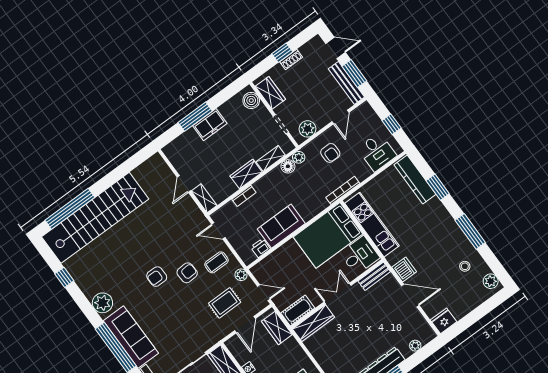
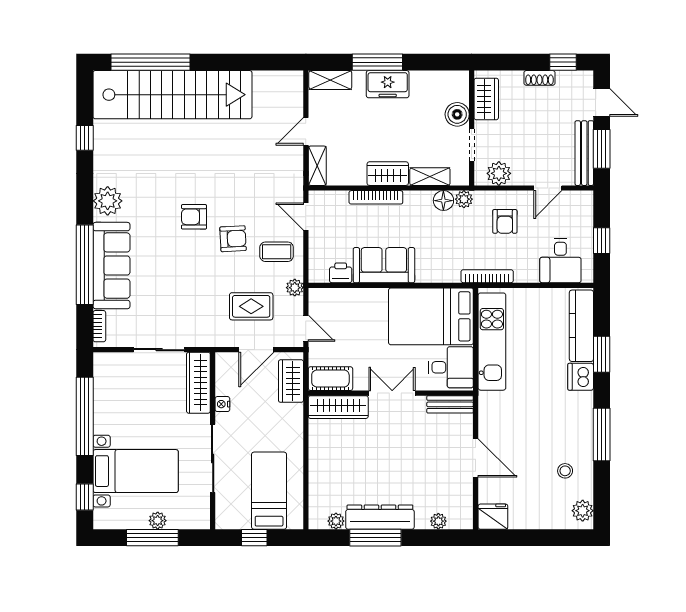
window: (282, 53) -> (563, 62), moved
boiler: (251, 100) -> (457, 114), moved
shelving: (176, 146) -> (330, 80), added
bookcase: (244, 196) -> (376, 197), width x1.56
dishwasher: (404, 270) -> (581, 377), moved, turned 180

